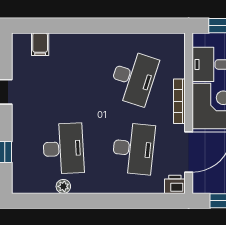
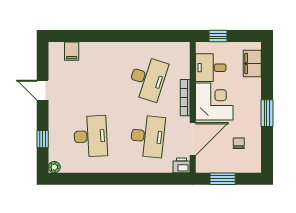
plant: (63, 186) -> (54, 167), moved

